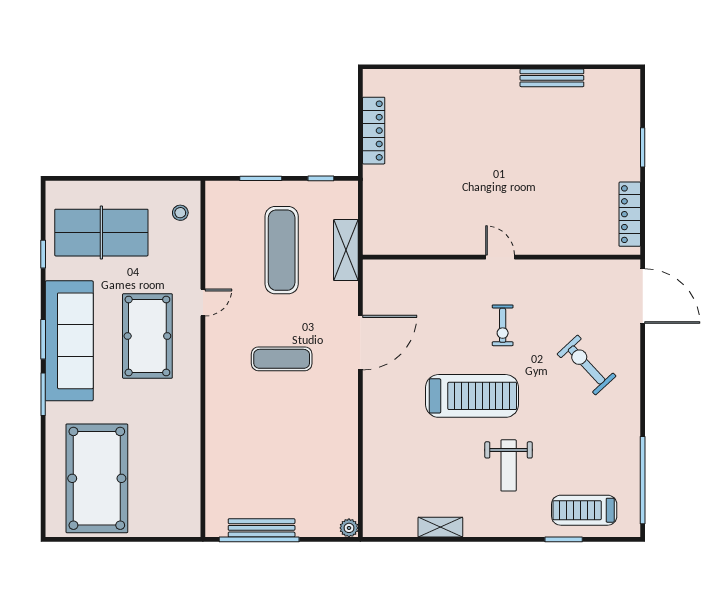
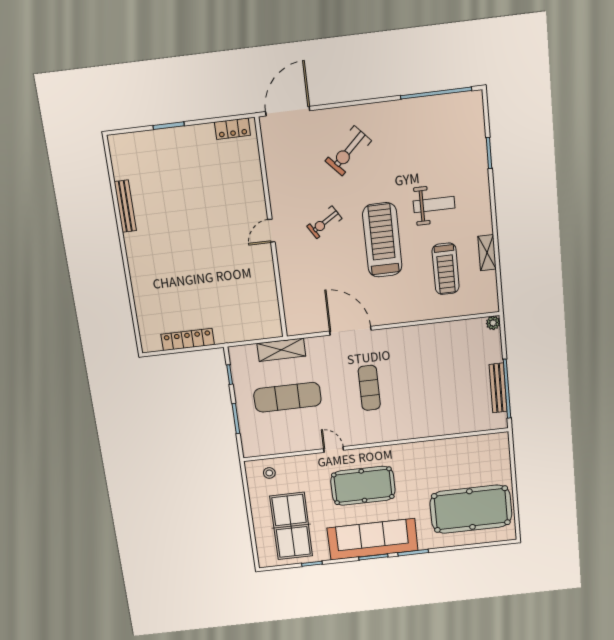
locker: (630, 214) -> (232, 129), width x0.66
exercise bike: (503, 325) -> (324, 222), turned 148
treadmill: (584, 510) -> (446, 269), moved

